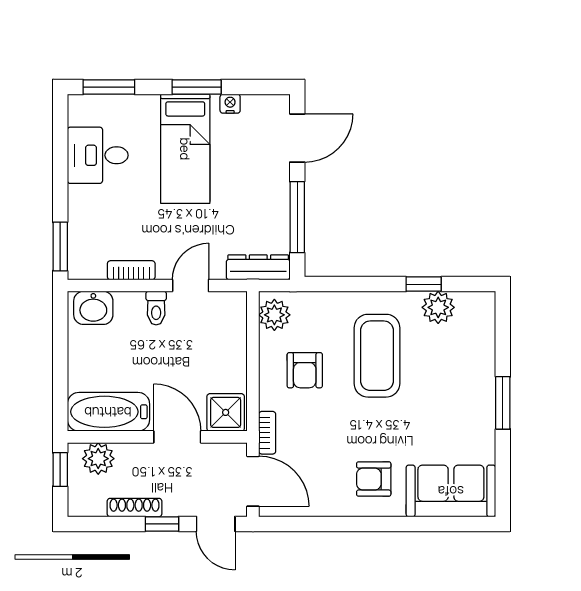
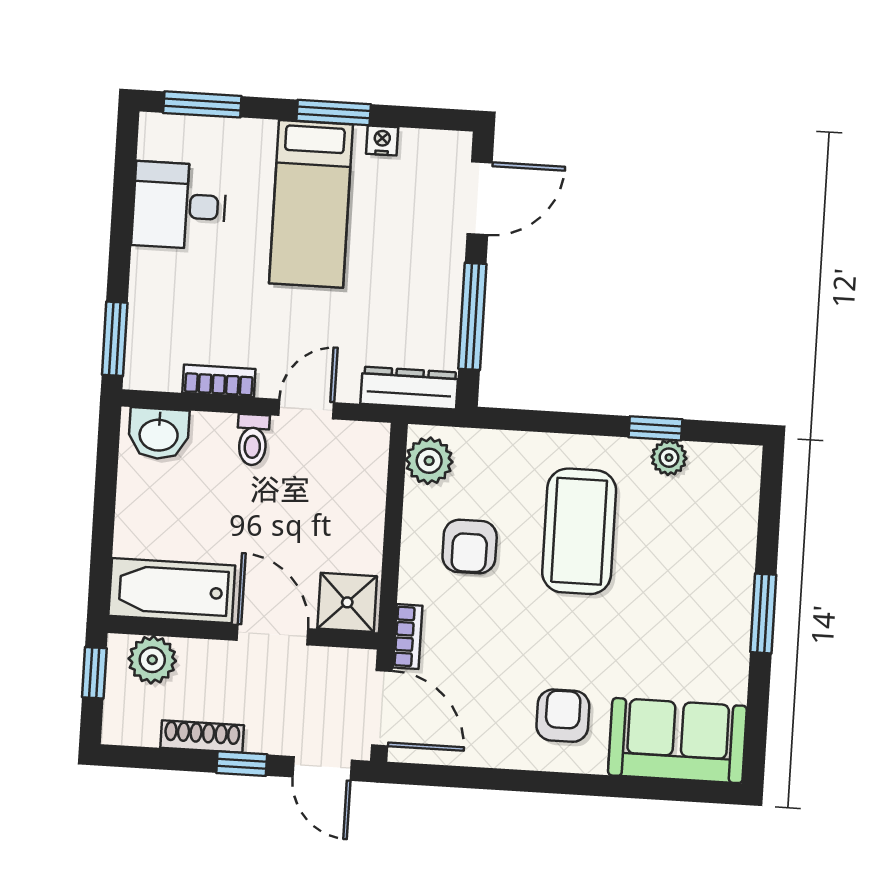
plant: (438, 307) -> (669, 458), width x0.73, depth x0.73
armchair: (374, 479) -> (563, 716), turned 90

